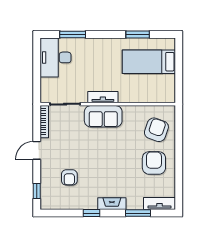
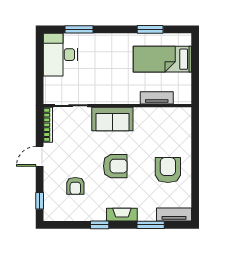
tv unit: (103, 97) -> (157, 98), moved
armchair: (156, 130) -> (115, 166), moved, turned 71

